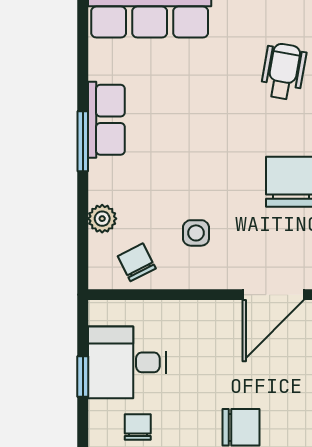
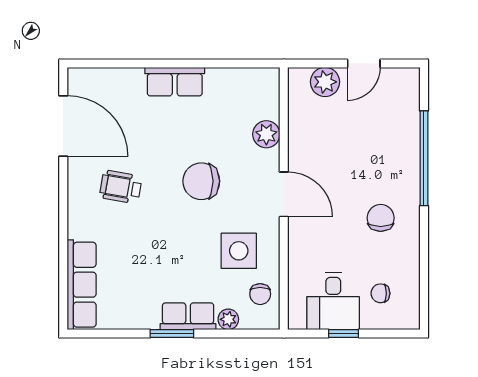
row of seats: (106, 120) -> (188, 316), moved
side table: (196, 233) -> (239, 251), width x1.87, depth x1.87
chair: (137, 262) -> (260, 294), turned -63

